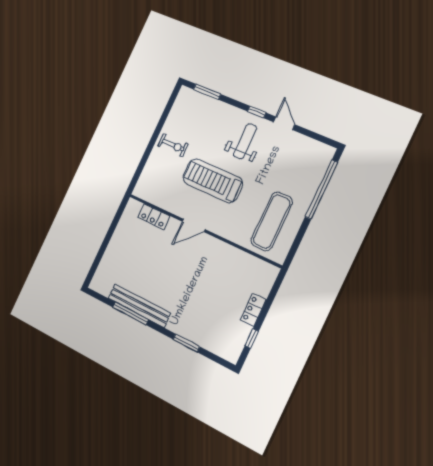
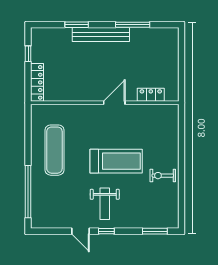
locker: (154, 217) -> (151, 95), moved
door: (194, 226) -> (114, 103), moved
wall: (203, 230) -> (105, 103), moved
bench: (139, 306) -> (101, 34), moved
locker: (253, 310) -> (37, 82), width x1.53

